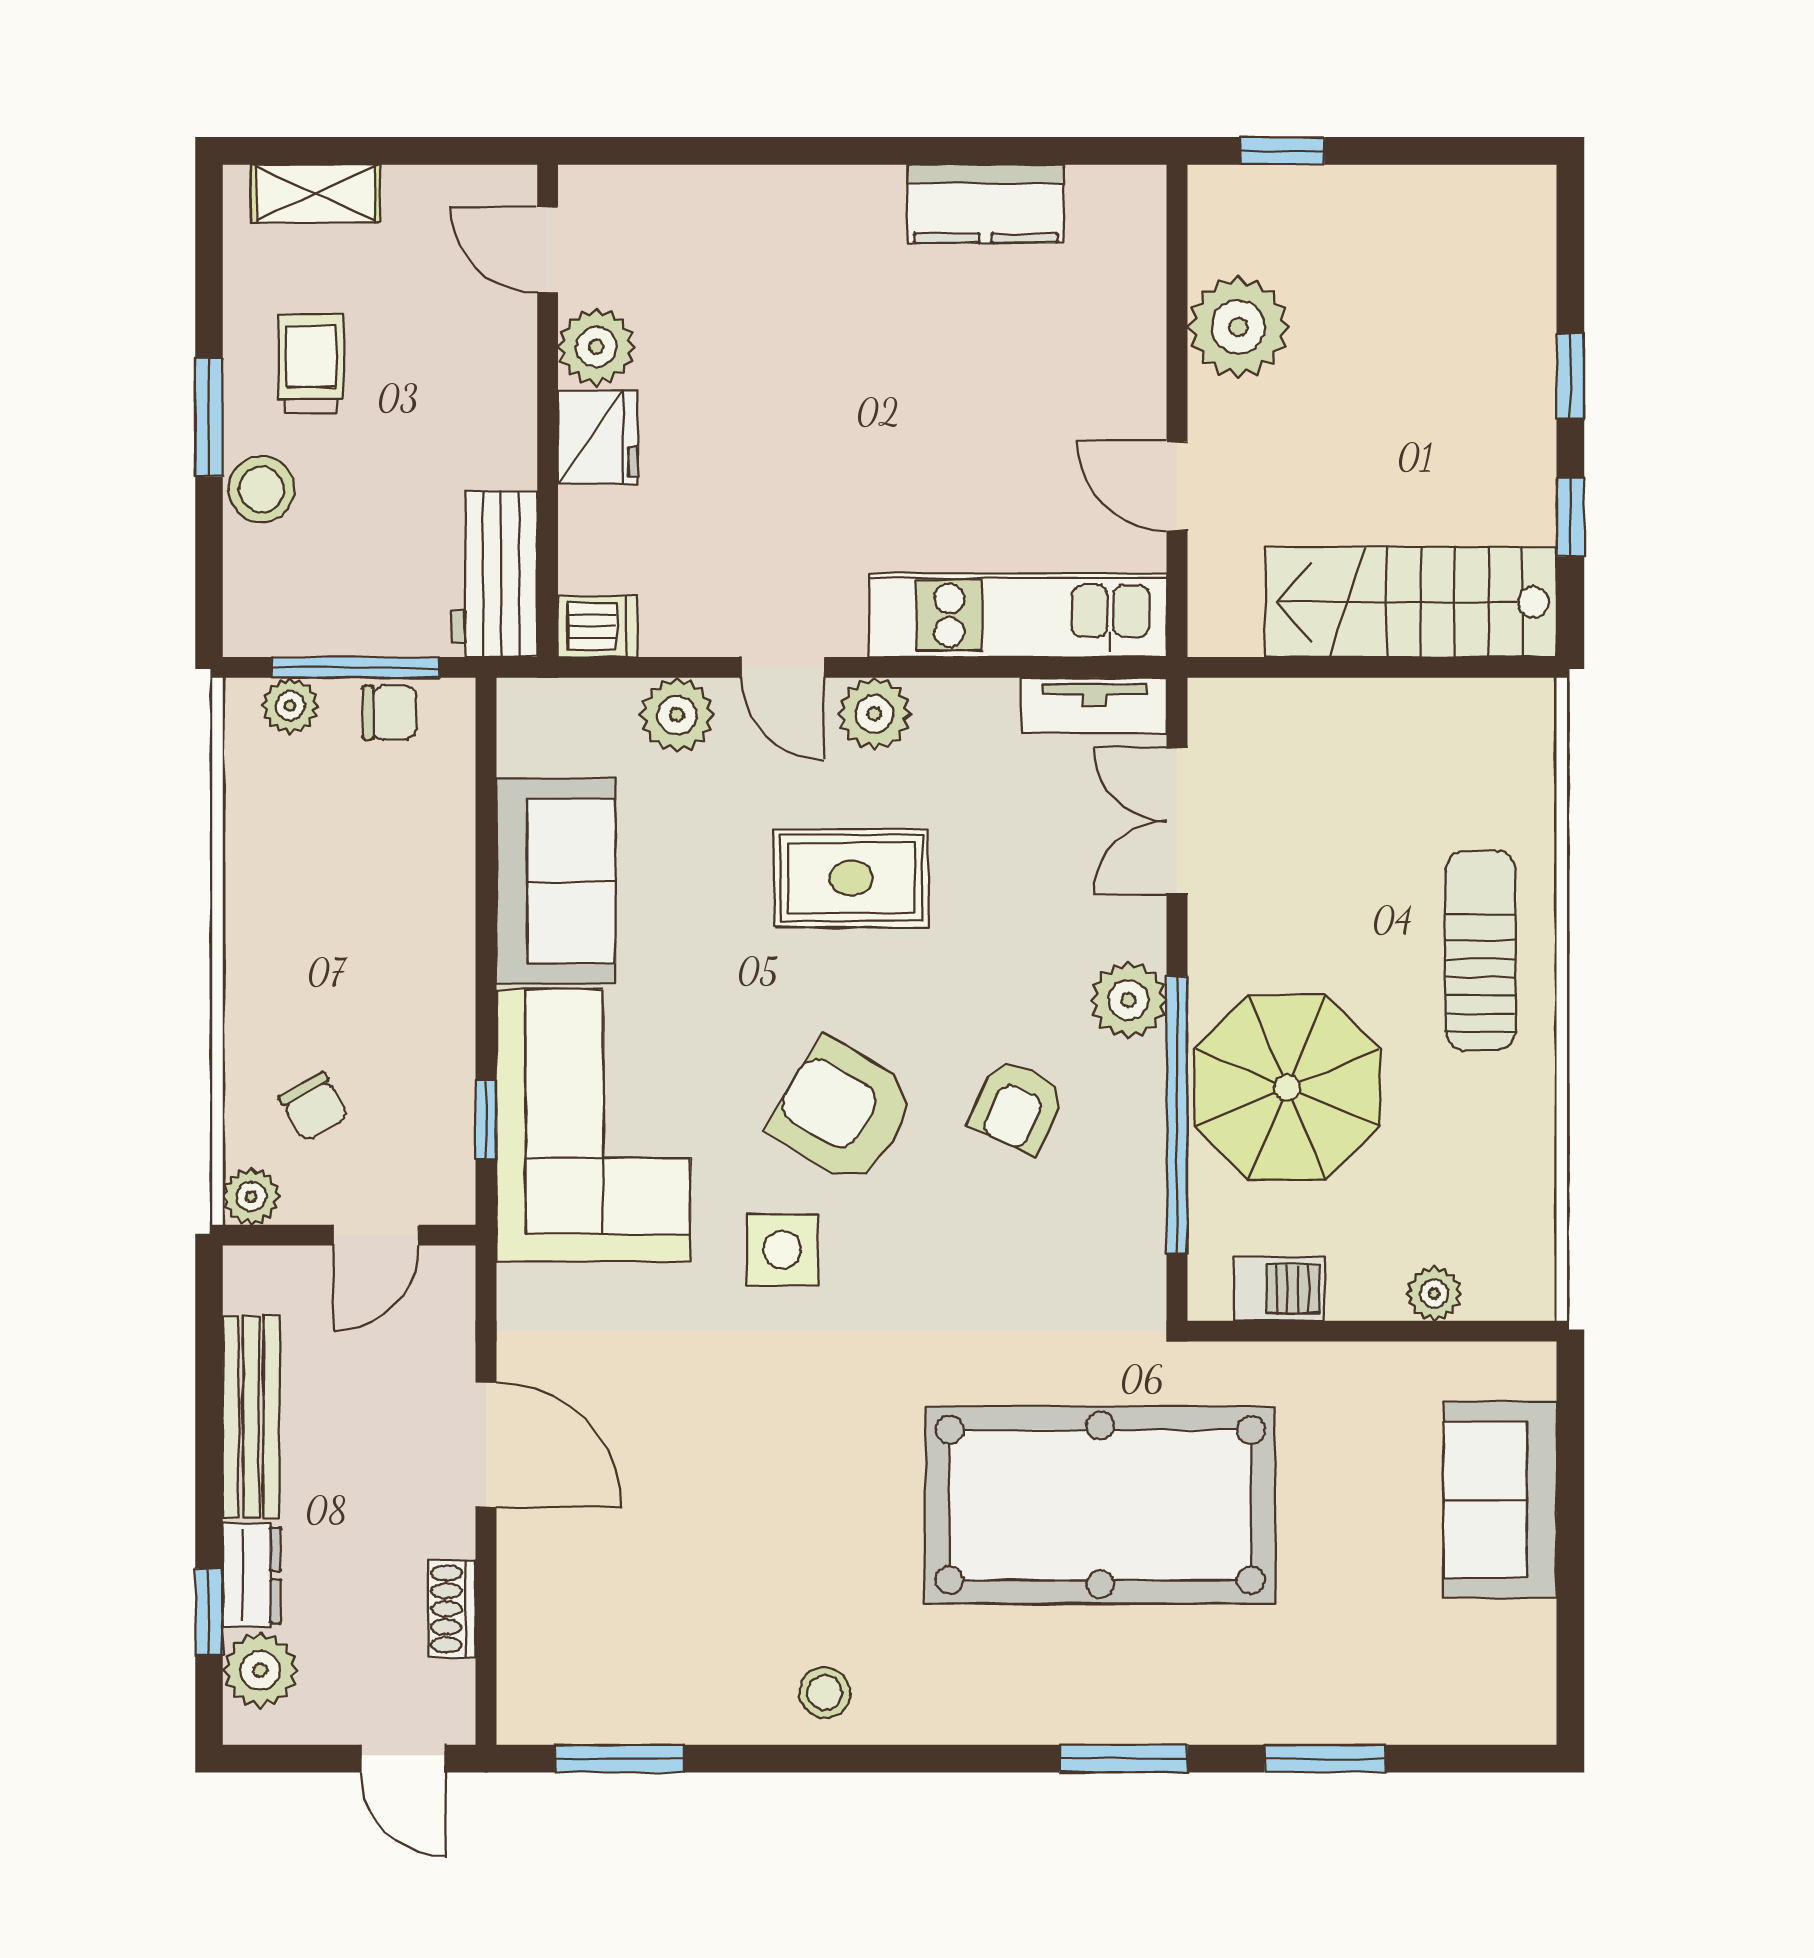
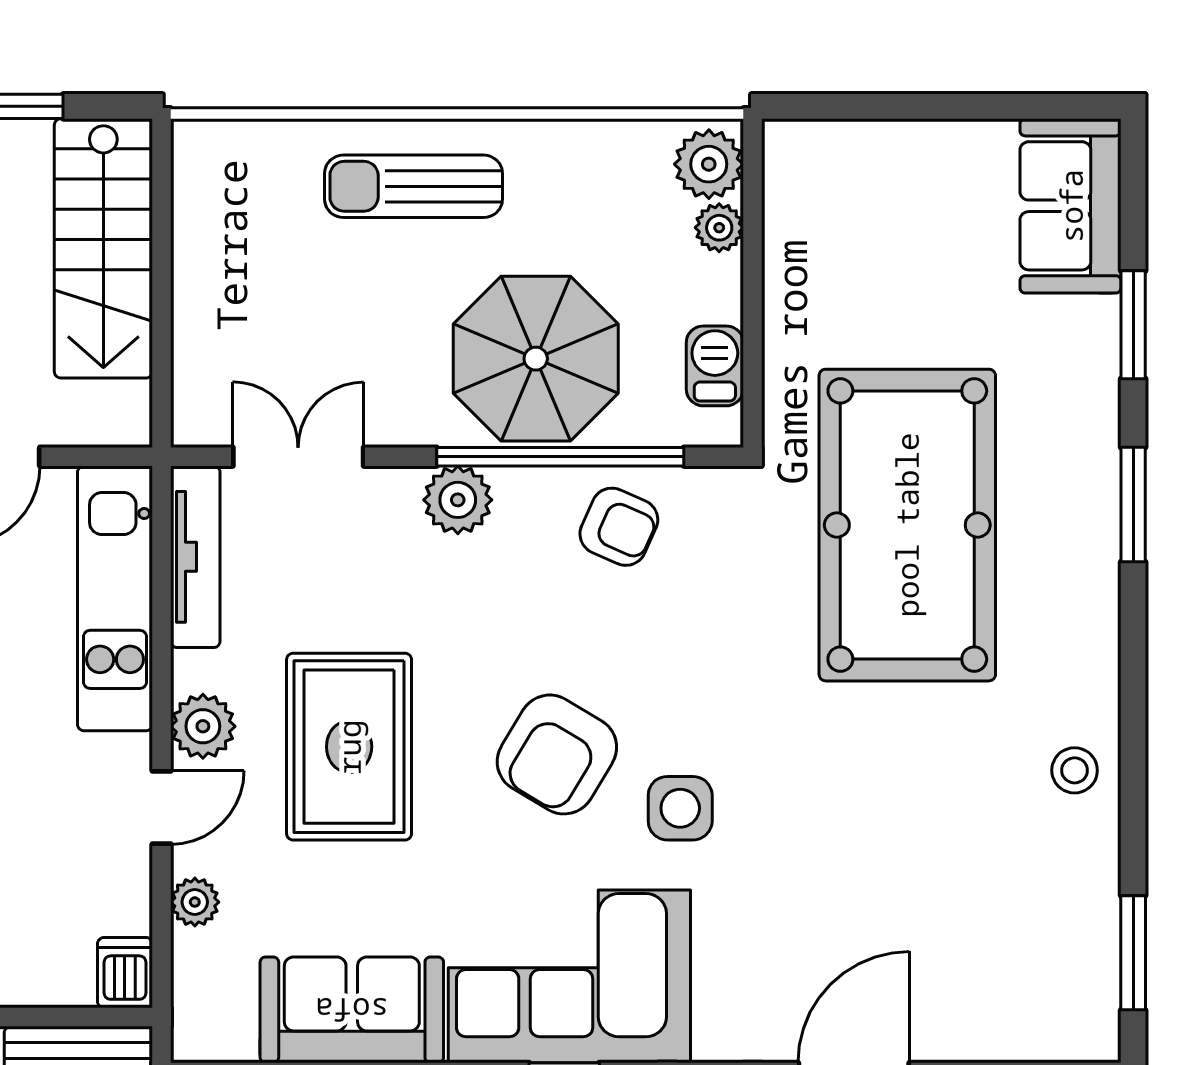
tv unit: (1094, 705) -> (195, 557), width x1.41
plant: (677, 715) -> (195, 902), width x0.73, depth x0.73
double door: (1177, 821) -> (298, 457), swing flipped
rug: (851, 878) -> (349, 747), width x1.36, depth x1.43
armchair: (1017, 1106) -> (619, 527), moved
plant: (1505, 1282) -> (709, 164), added
sofa: (1500, 1500) -> (1071, 206), moved, turned 90

